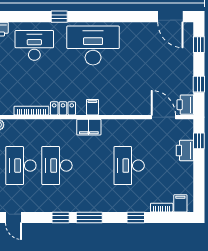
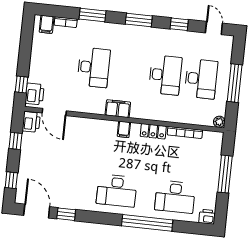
window: (59, 17) -> (147, 223), width x3.17
window: (141, 17) -> (66, 214), added
desk: (93, 45) -> (117, 191), width x0.73, depth x0.77
filing cabinet: (89, 127) -> (118, 109), moved
printer: (185, 150) -> (35, 94), moved
window: (61, 217) -> (179, 24), moved
window: (136, 217) -> (93, 15), width x1.50

